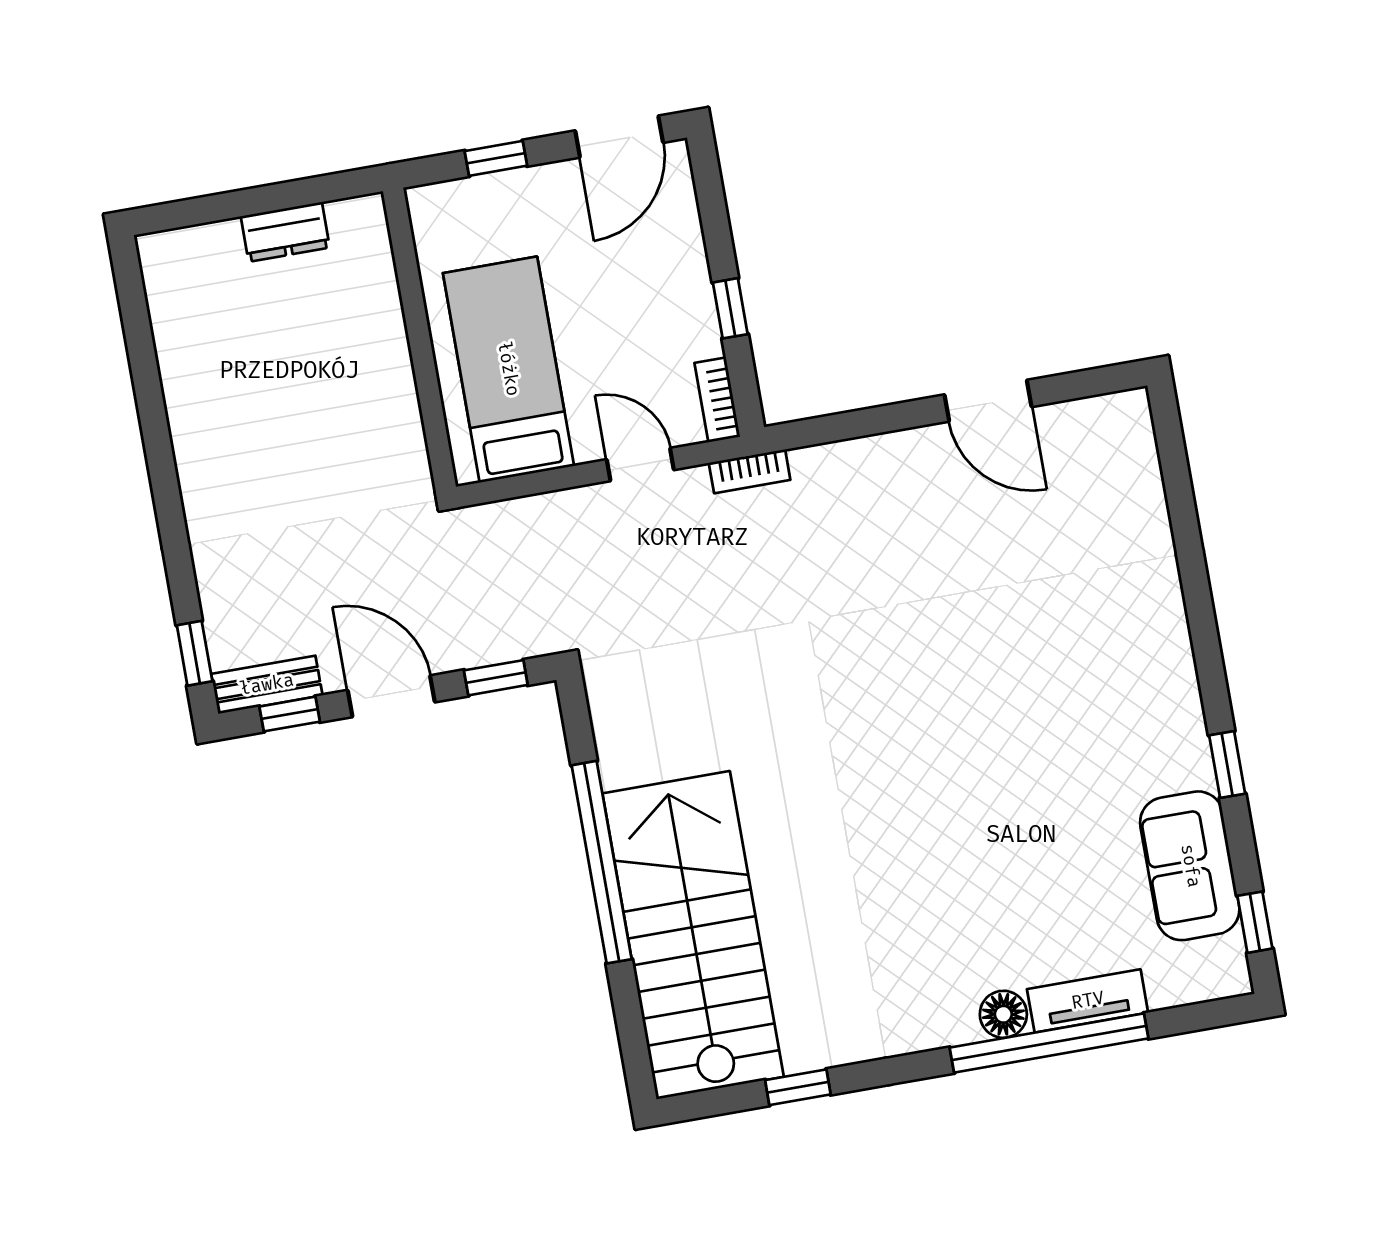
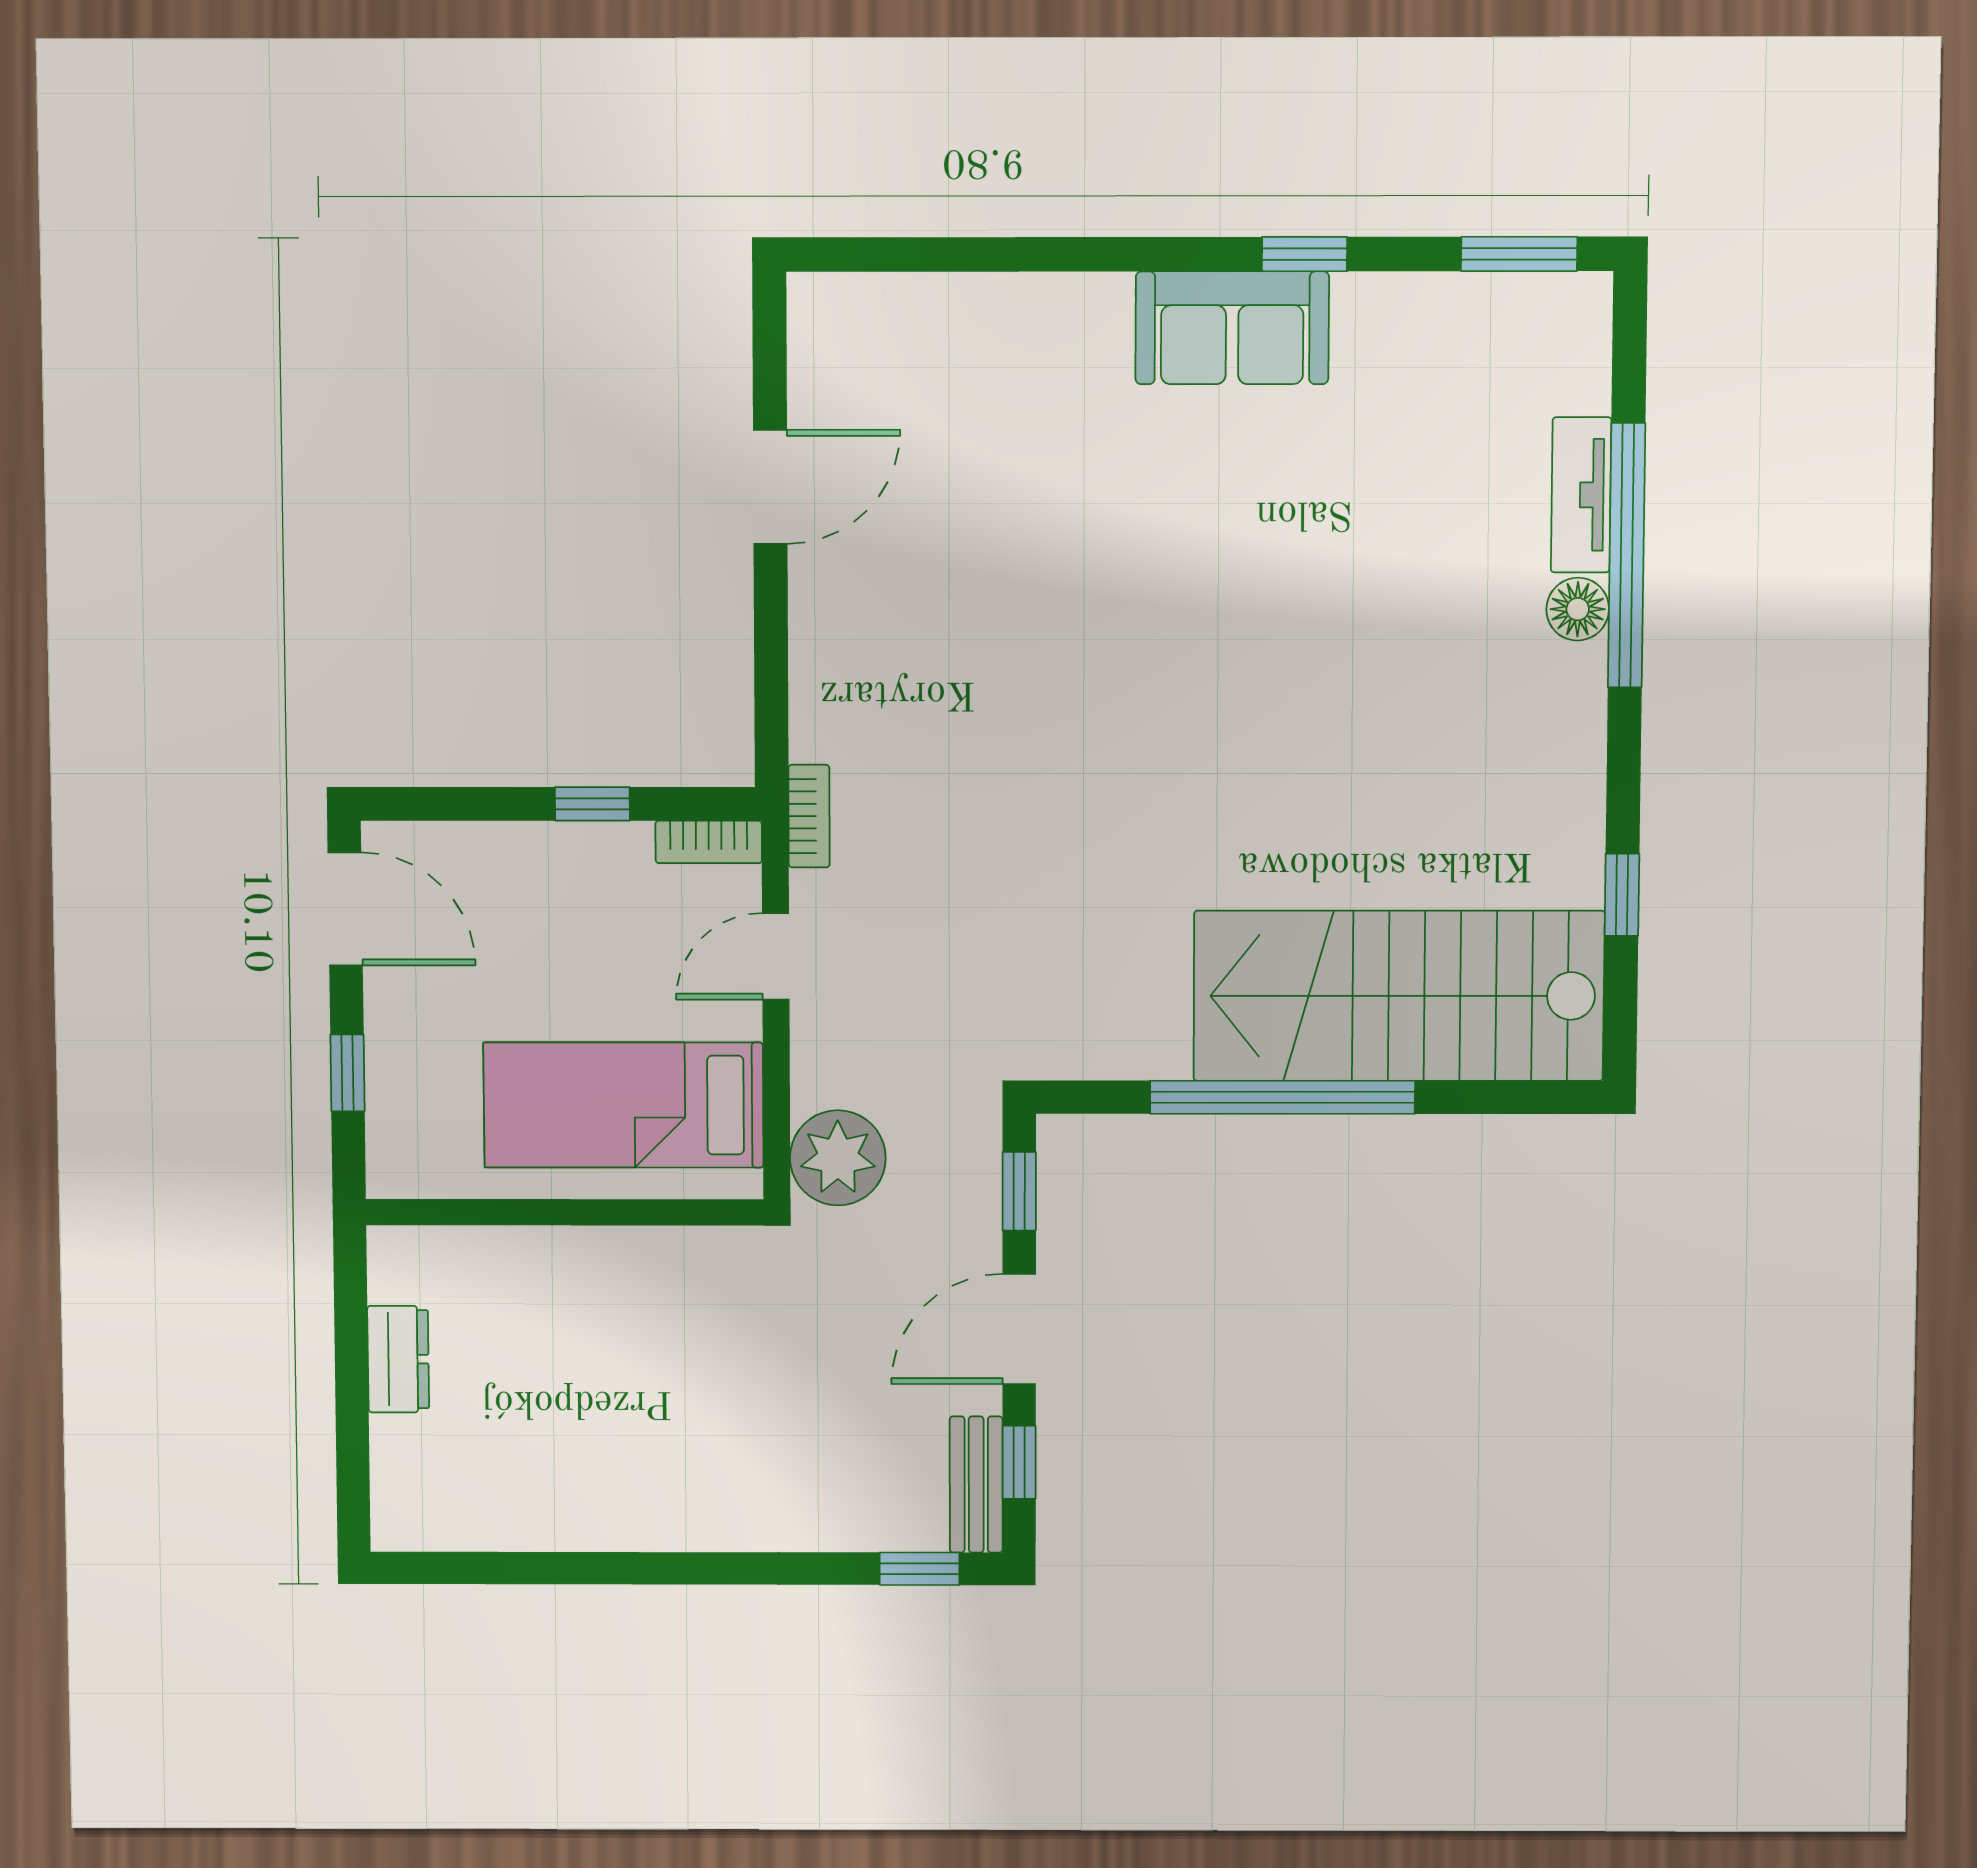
plant: (497, 537) -> (838, 1158), added
sofa: (1190, 866) -> (1232, 328), moved
window: (1255, 922) -> (1519, 254), width x1.50

